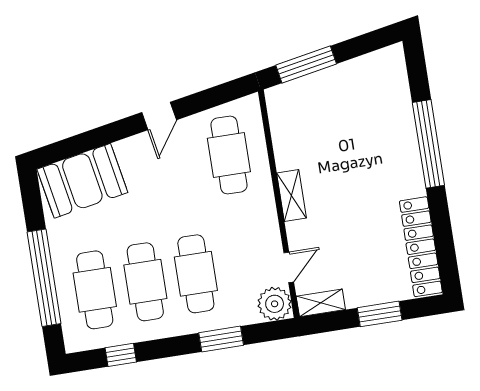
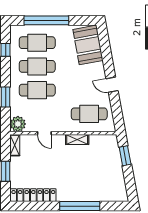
window: (306, 64) -> (125, 156), width x0.69
shelving: (292, 196) -> (77, 140), moved
door: (289, 267) -> (44, 133), moved

